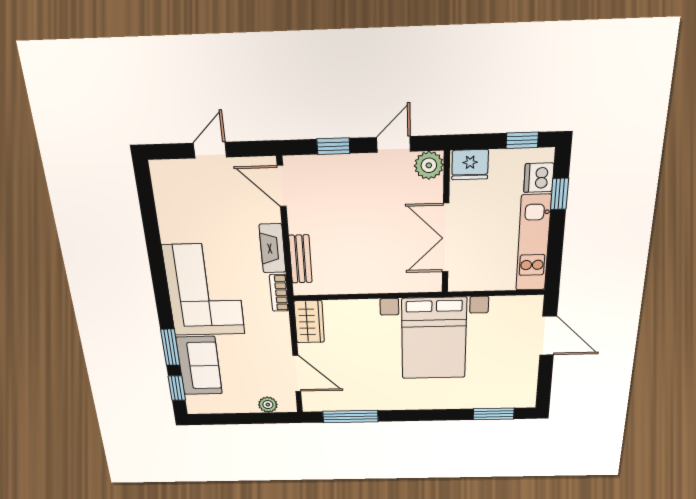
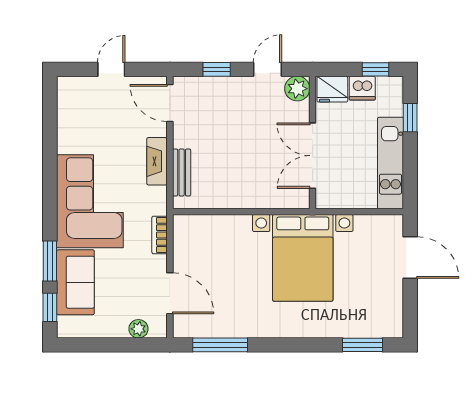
dishwasher: (539, 178) -> (362, 88), moved, turned -90
bookcase: (279, 293) -> (160, 235), moved
wardrobe: (309, 322) -> (186, 237), removed

